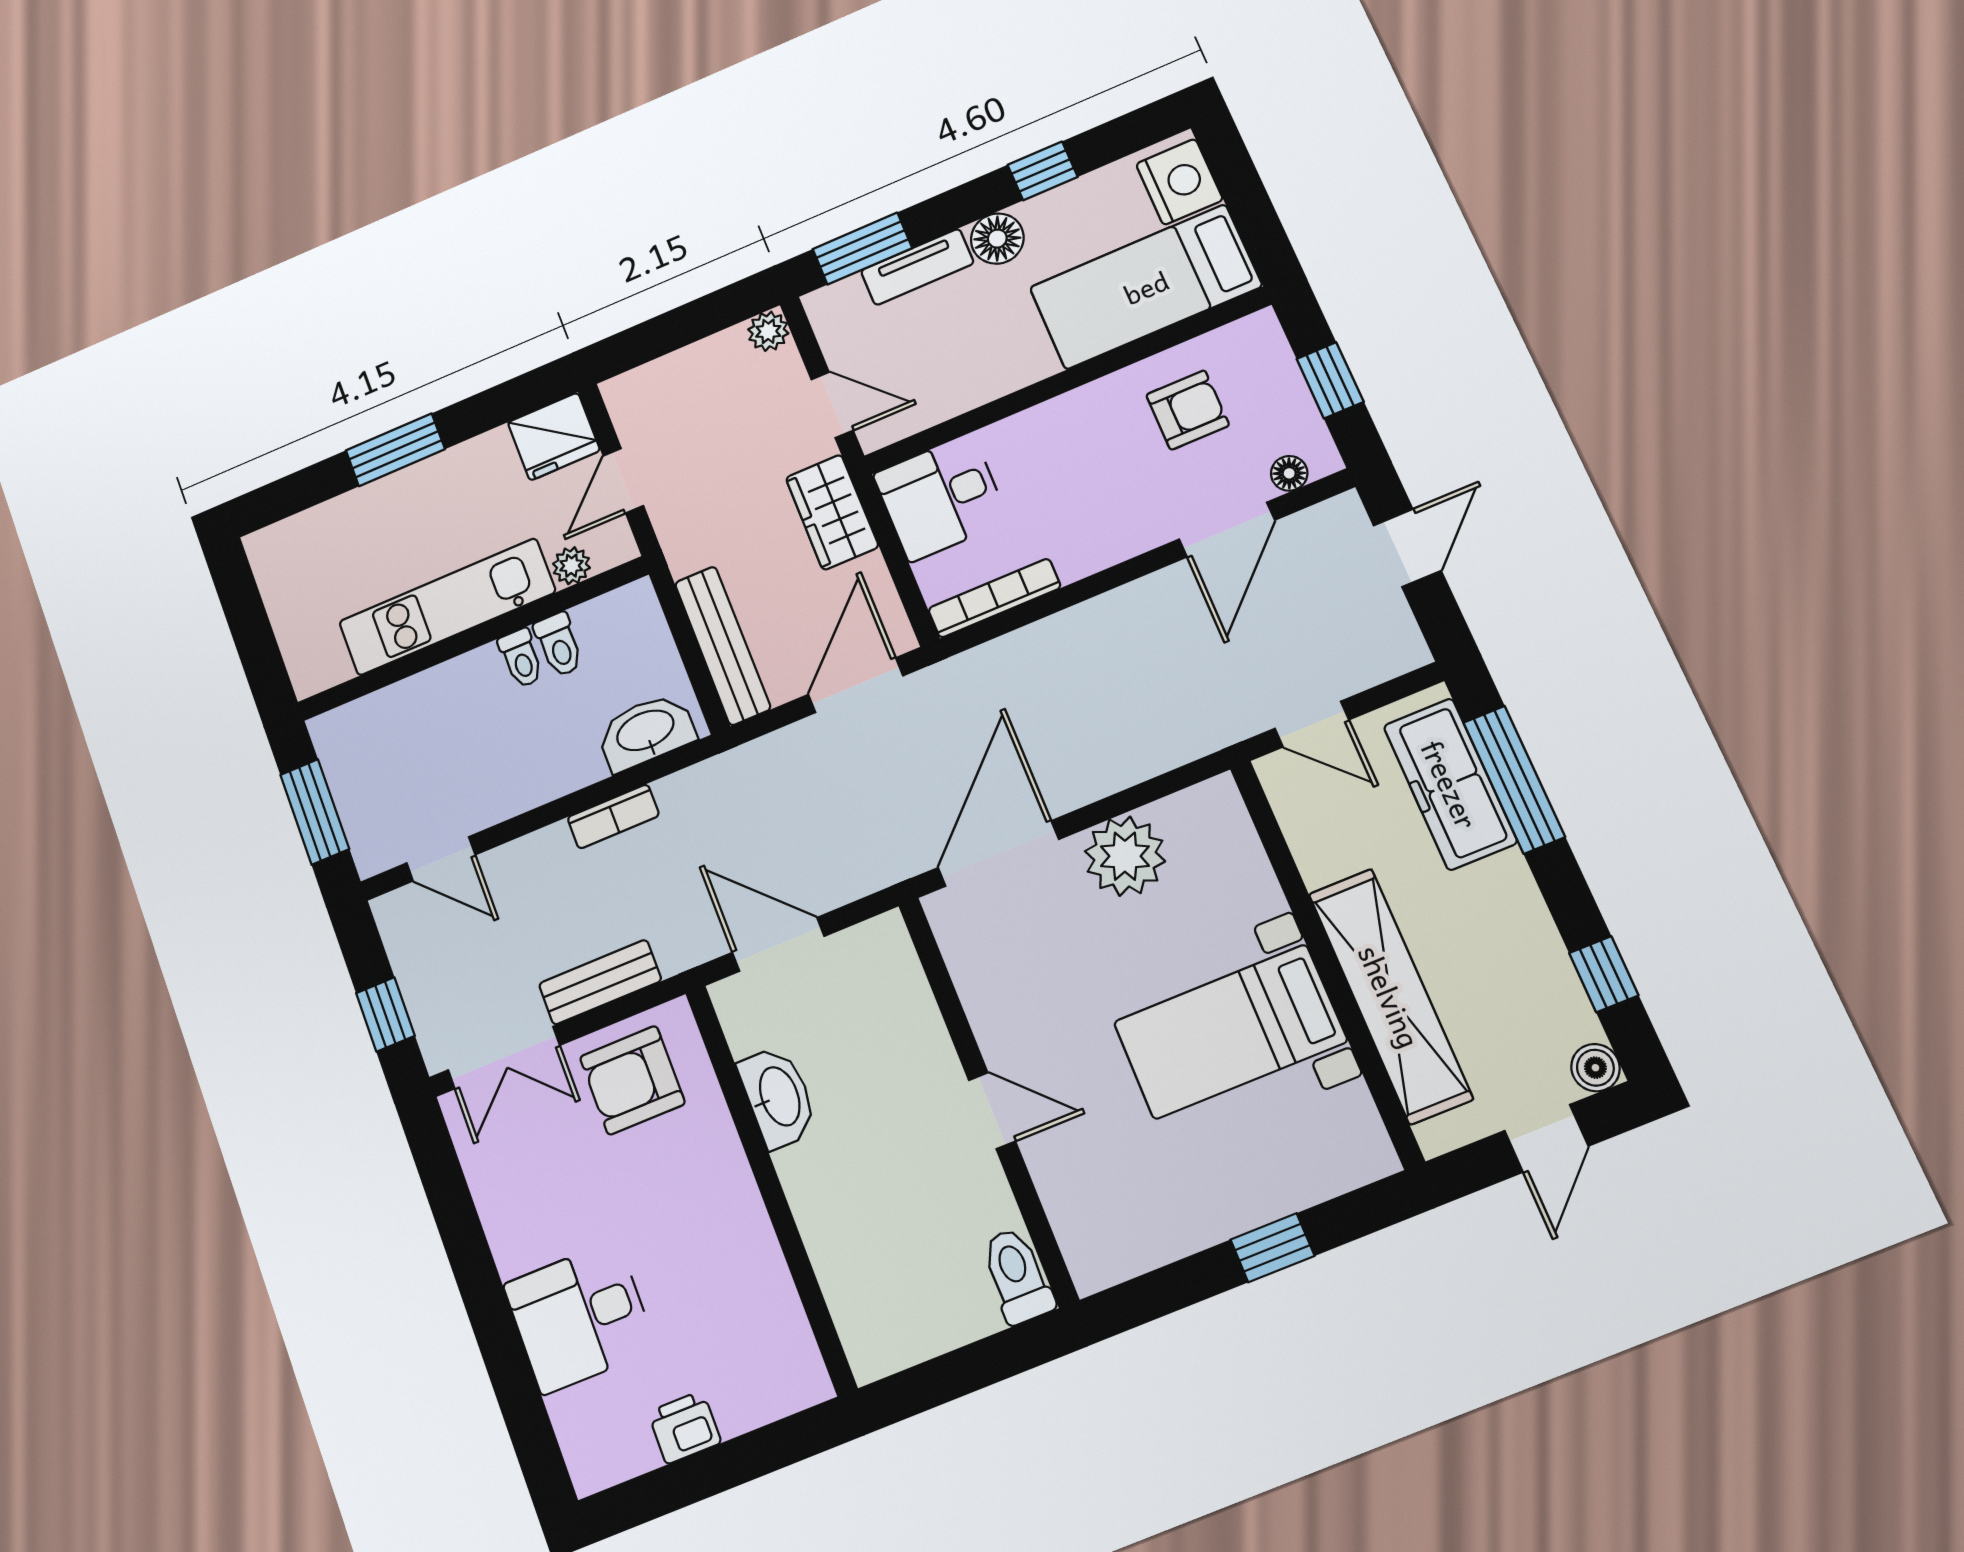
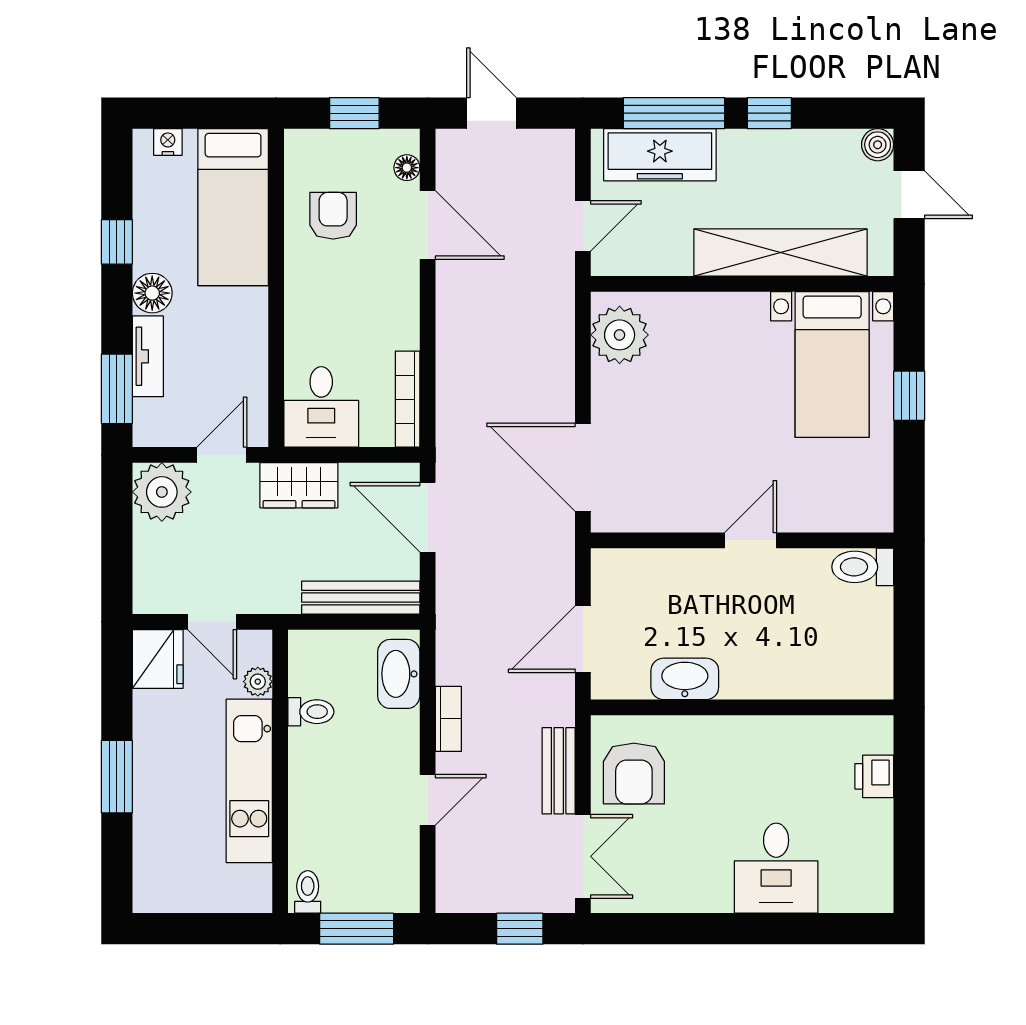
nightstand: (1179, 182) -> (168, 142), width x0.53, depth x0.56
plant: (768, 331) -> (162, 492), width x1.88, depth x1.88
toilet: (521, 658) -> (308, 892), moved, turned -90
plant: (1125, 856) -> (620, 335), moved
door: (441, 859) -> (428, 800), moved
window: (1604, 974) -> (769, 113), moved
bed with nightstands: (1230, 1032) -> (832, 365), moved
printer: (684, 1427) -> (874, 776), moved

